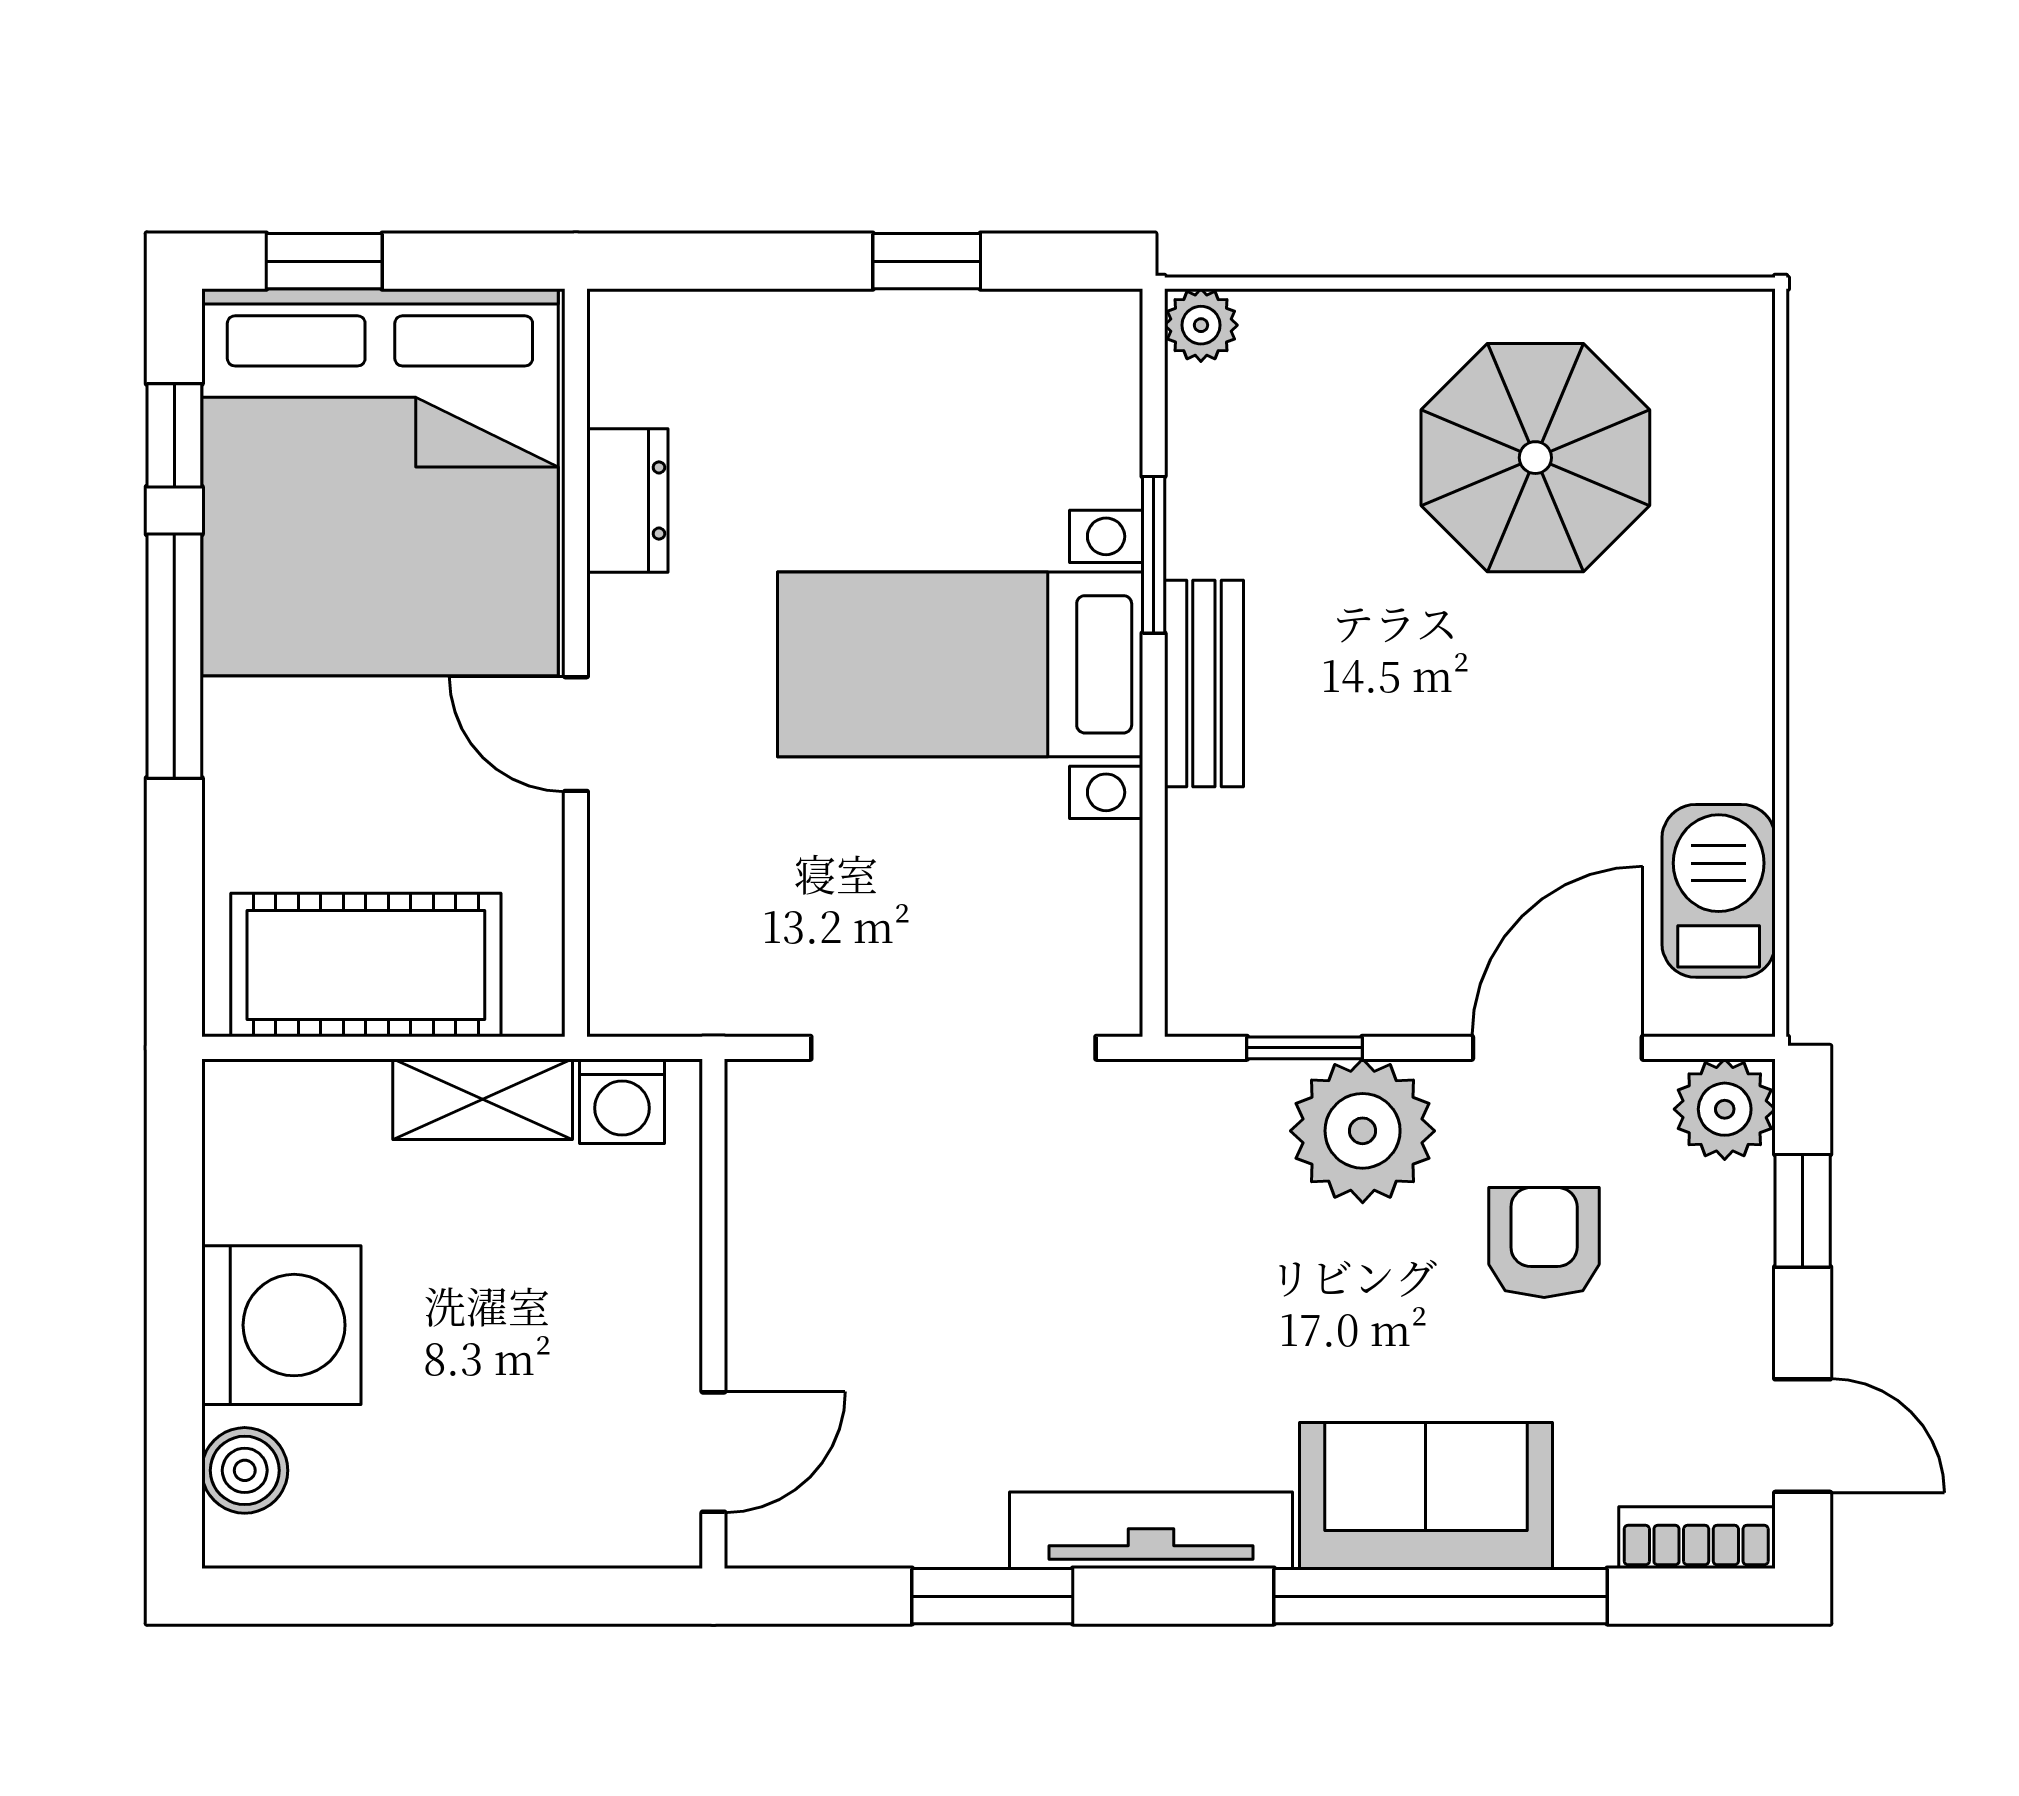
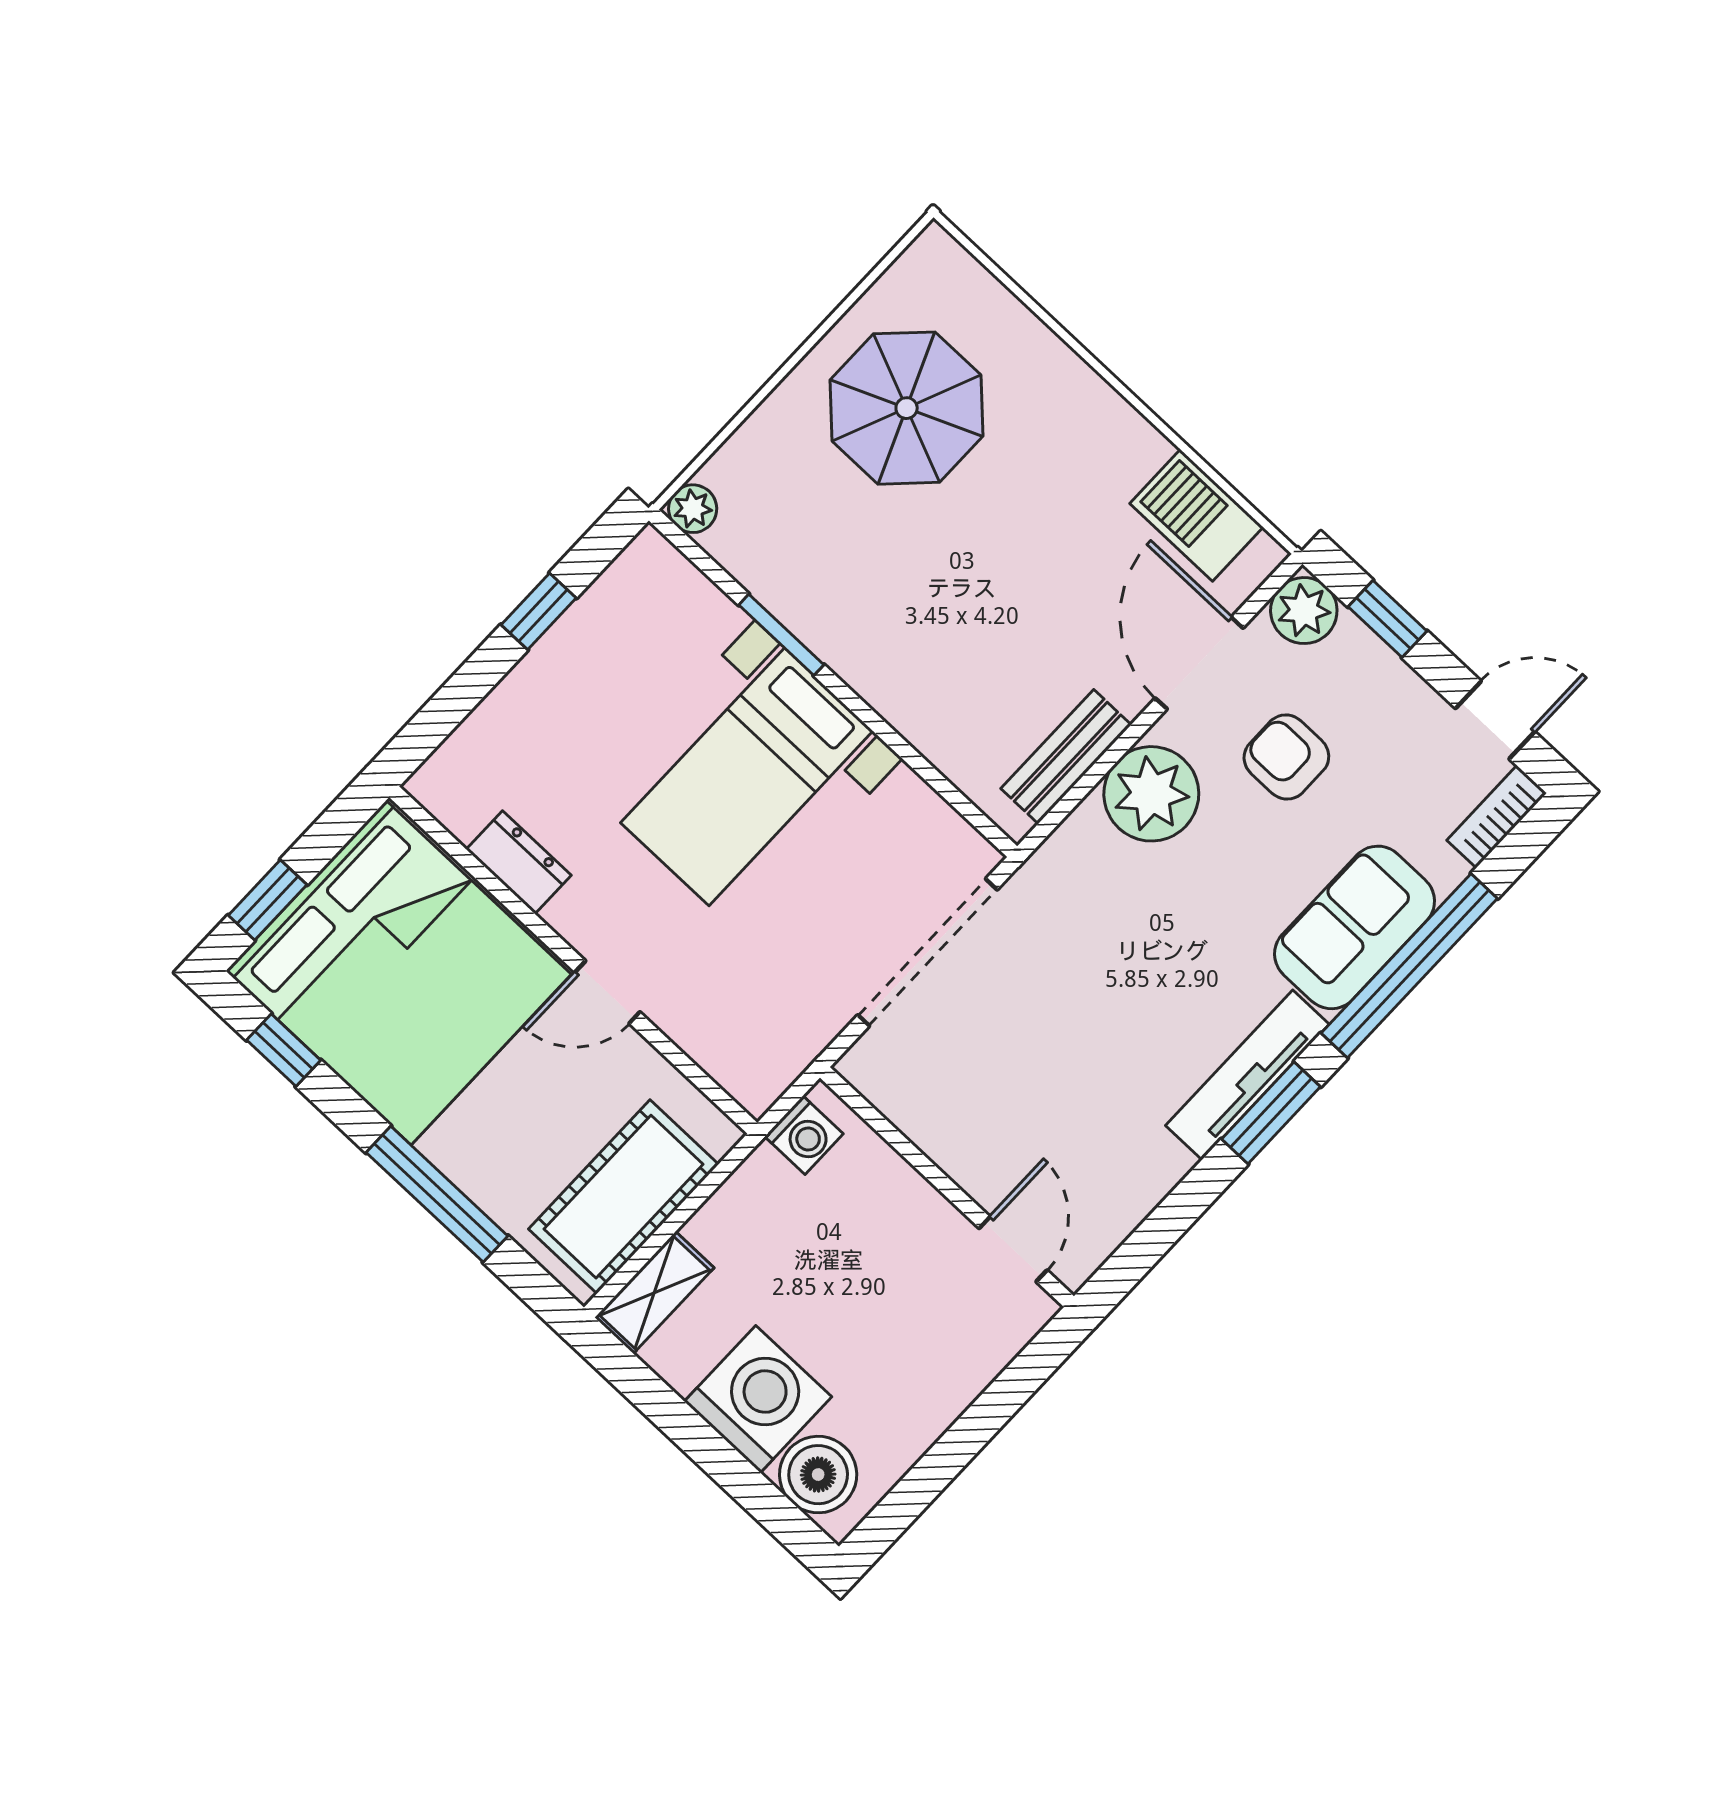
window: (174, 656) -> (437, 1194), moved
bench: (1204, 684) -> (1066, 757), moved, turned 90
window: (1305, 1048) -> (1085, 784), removed
shelving: (483, 1099) -> (654, 1293), moved
boiler: (245, 1470) -> (818, 1475), width x1.36, depth x1.36
window: (992, 1596) -> (1271, 1113), moved

